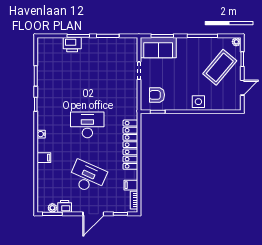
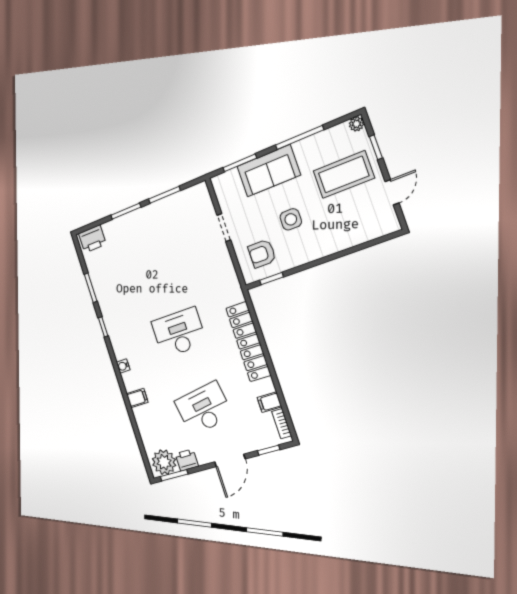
printer: (72, 45) -> (92, 239), moved
sofa: (158, 48) -> (269, 171), moved
coffee table: (220, 67) -> (344, 175), turned 50
side table: (198, 102) -> (291, 219), moved
desk: (87, 177) -> (204, 409), turned -33
plant: (52, 208) -> (164, 462), width x1.87, depth x1.87

